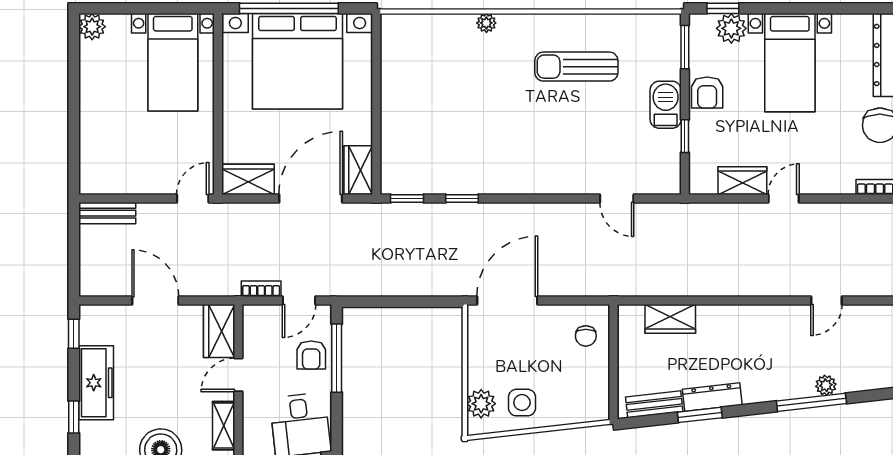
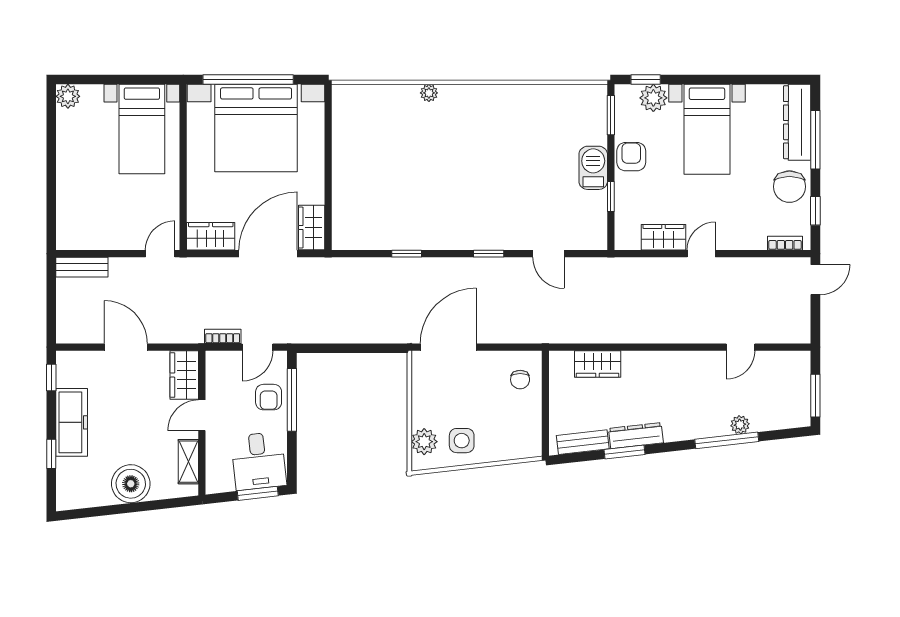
sun lounger: (576, 67) -> (511, 133), removed
armchair: (707, 93) -> (631, 157), turned 180
window: (407, 198) -> (489, 254), moved

